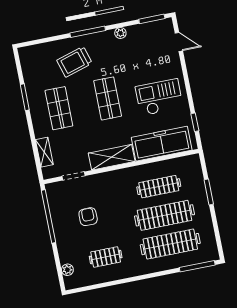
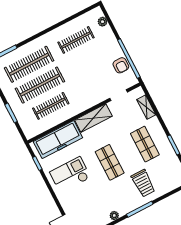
trolley: (74, 62) -> (143, 183), turned 107
checkout: (159, 97) -> (70, 175), turned 180
armchair: (88, 217) -> (121, 65), moved
clothes rail: (106, 257) -> (76, 40), width x1.36

